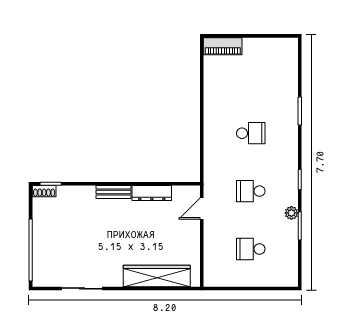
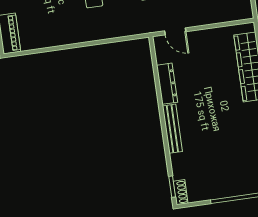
bench: (114, 192) -> (172, 129), width x1.36

